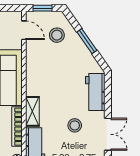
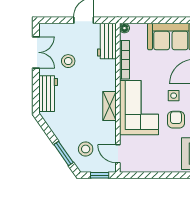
window: (87, 41) -> (64, 153), moved
shelving: (32, 111) -> (109, 106), moved
double door: (108, 134) -> (36, 52), swing flipped

